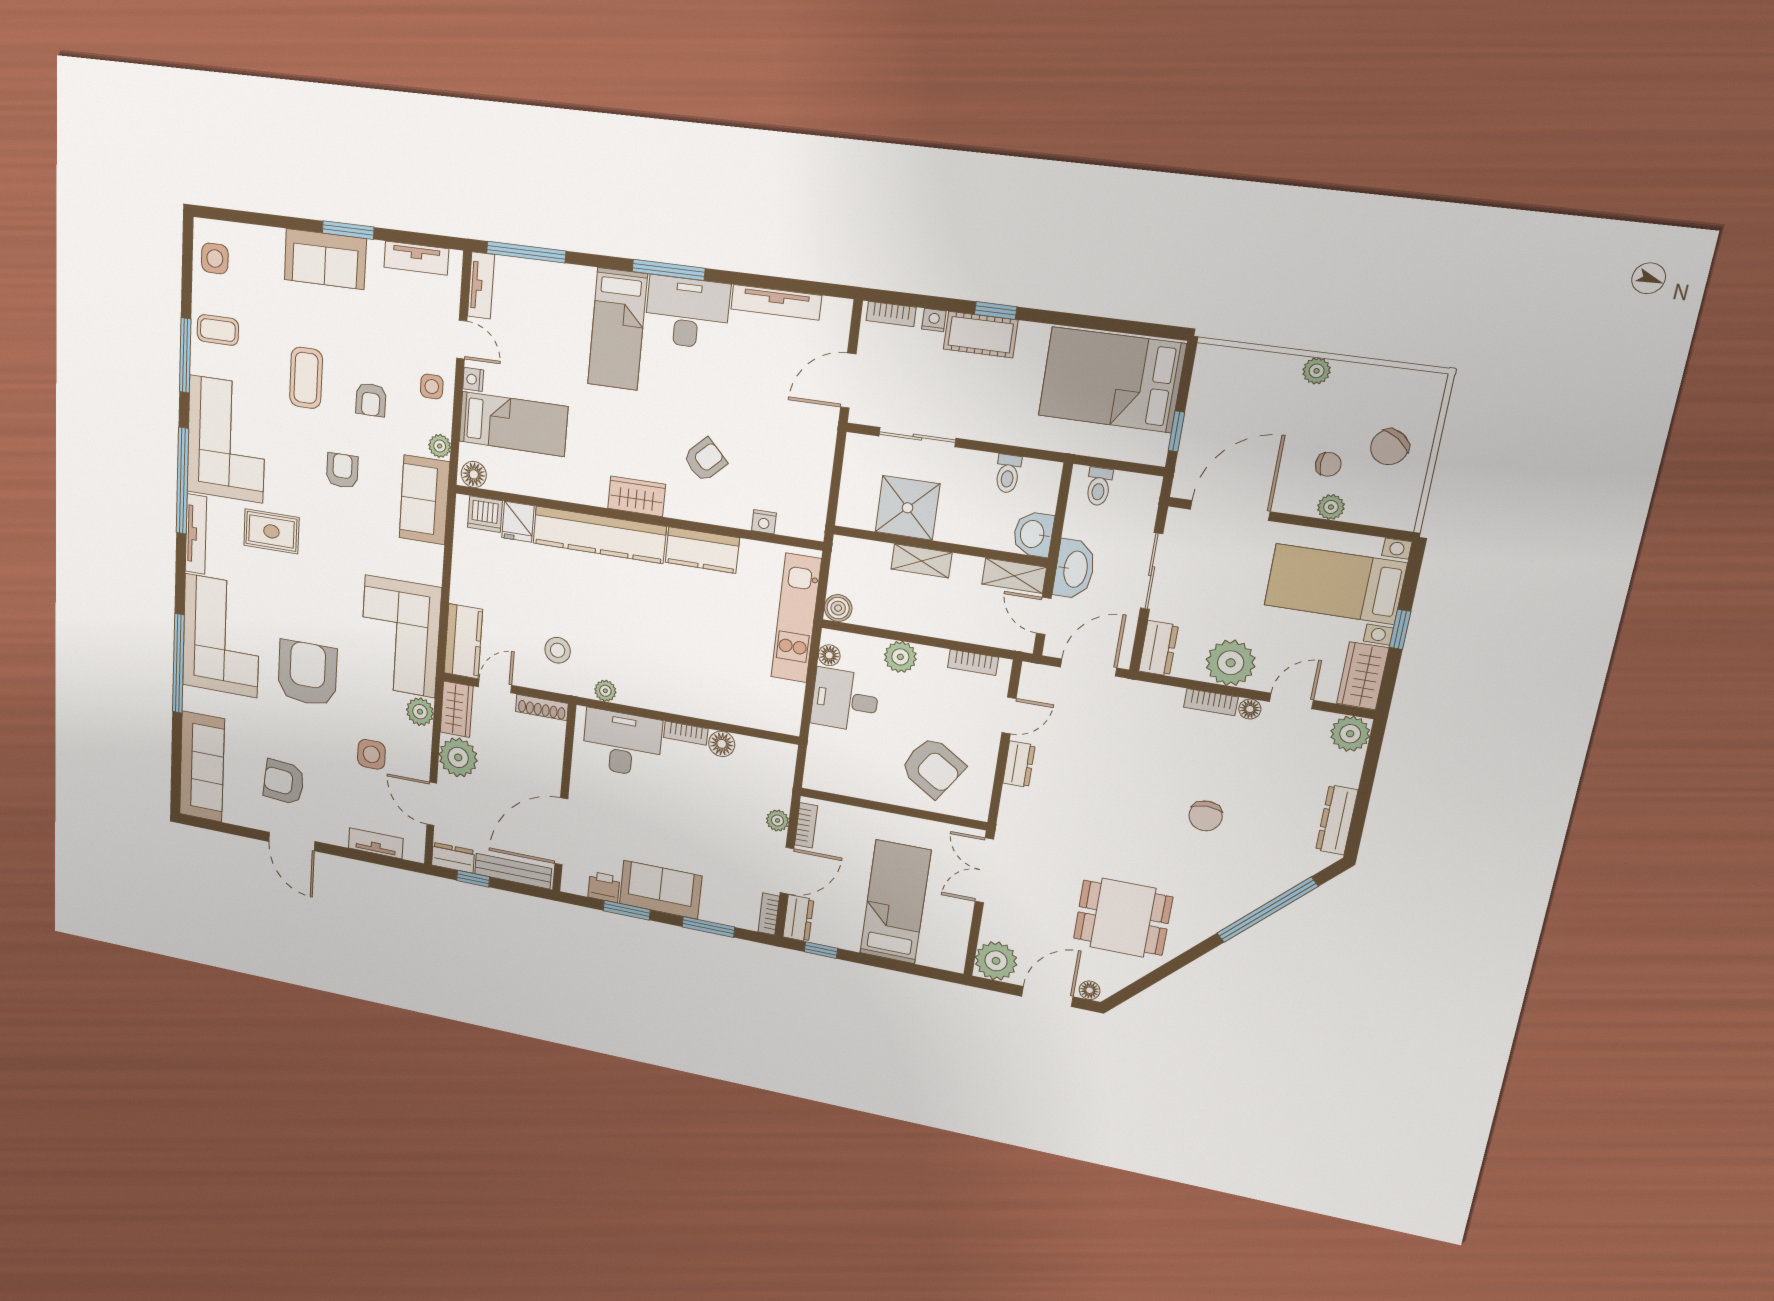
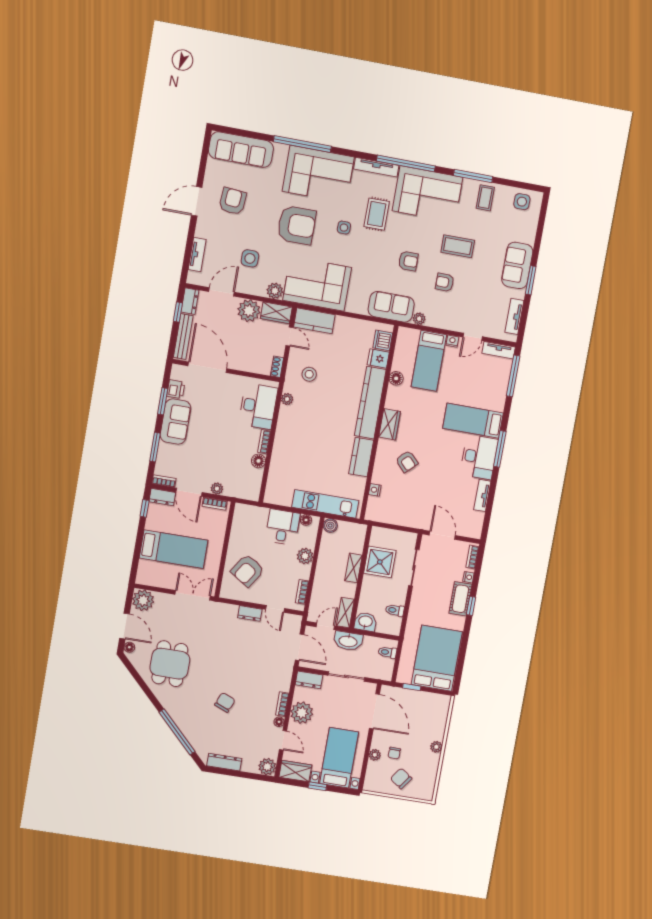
tv unit: (776, 302) -> (482, 495), width x0.71
side table: (432, 387) -> (344, 228), moved
floor lamp: (474, 474) -> (396, 378), moved
shoe rack: (542, 707) -> (277, 367), width x0.70
chair: (1206, 816) -> (225, 702), turned 112

